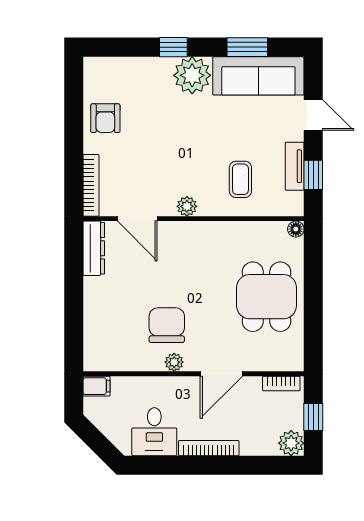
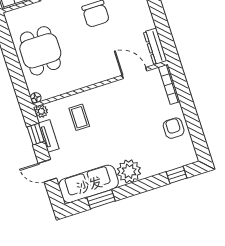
window: (173, 47) -> (176, 175), moved
plant: (187, 206) -> (41, 111), moved

